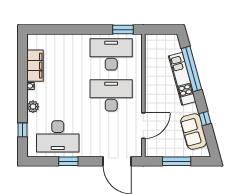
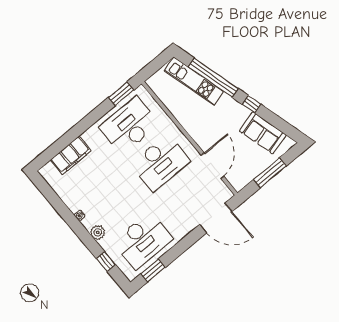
filing cabinet: (35, 66) -> (71, 155), moved, turned 90
kitchen unit: (182, 79) -> (194, 81), moved
desk: (111, 95) -> (160, 163), turned 180
window: (205, 119) -> (251, 104), moved
window: (68, 161) -> (153, 270), moved

